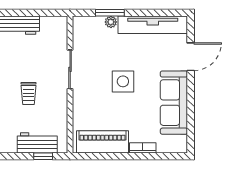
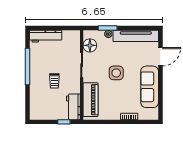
floor lamp: (83, 39) -> (90, 45), added
piano: (102, 142) -> (91, 100), moved, turned 90
workbench: (37, 143) -> (73, 107), moved, turned -90

